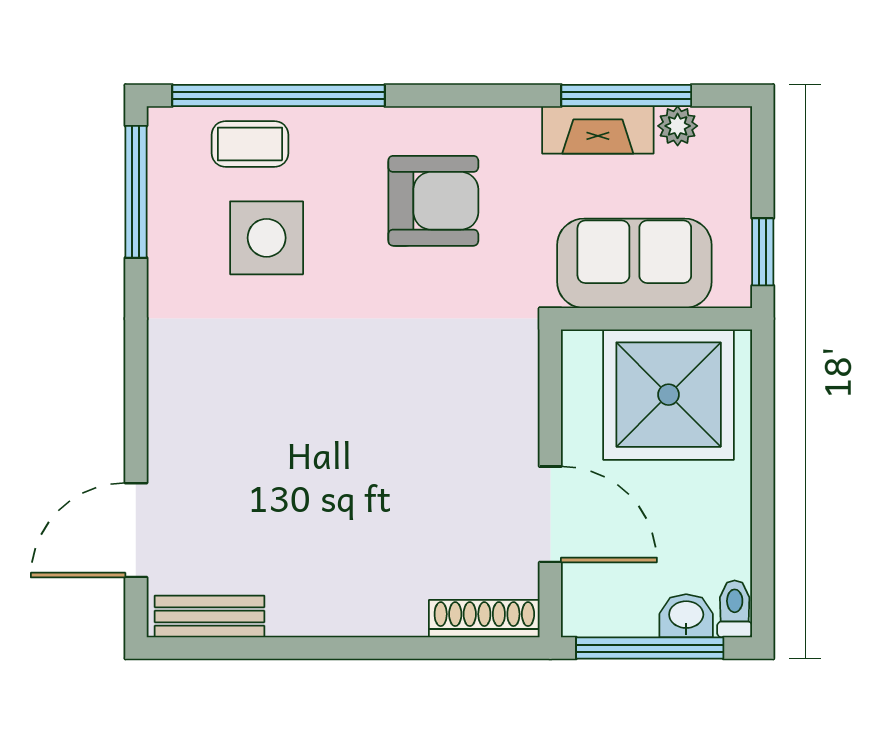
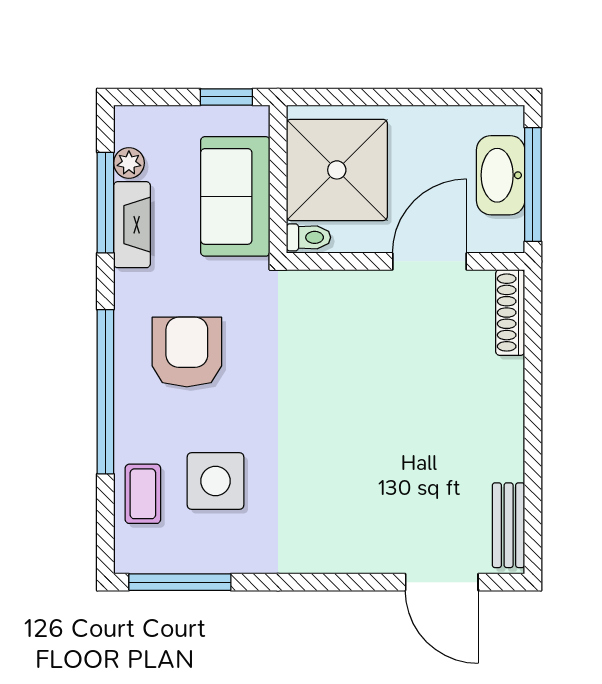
window: (279, 96) -> (105, 392), moved
toilet: (735, 609) -> (308, 237), moved, turned 180
washbasin: (686, 616) -> (501, 175), width x1.91, depth x1.45

